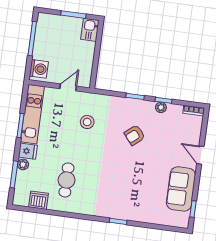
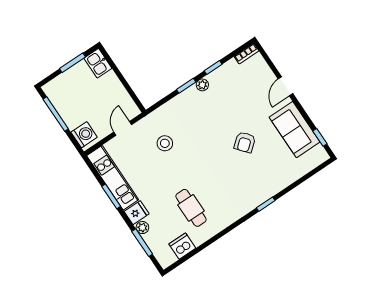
plant: (161, 107) -> (202, 85), moved
armchair: (135, 135) -> (245, 142), moved
door: (200, 155) -> (286, 86), hinge flipped

